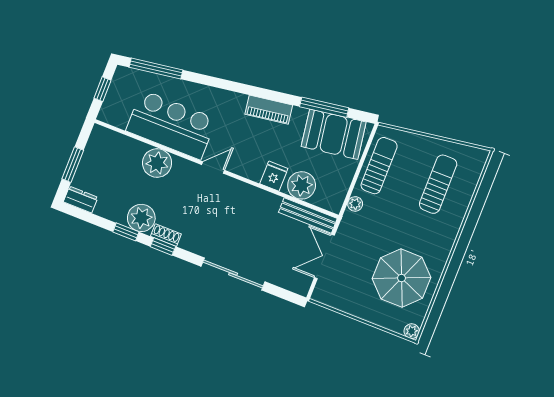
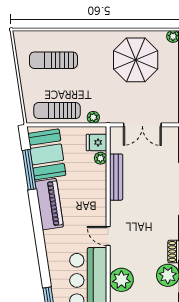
piano: (269, 110) -> (49, 204), width x1.37, depth x1.33
fridge: (274, 176) -> (96, 142), moved
plant: (302, 185) -> (100, 158), width x0.53, depth x0.53
bench: (308, 215) -> (116, 177), moved

